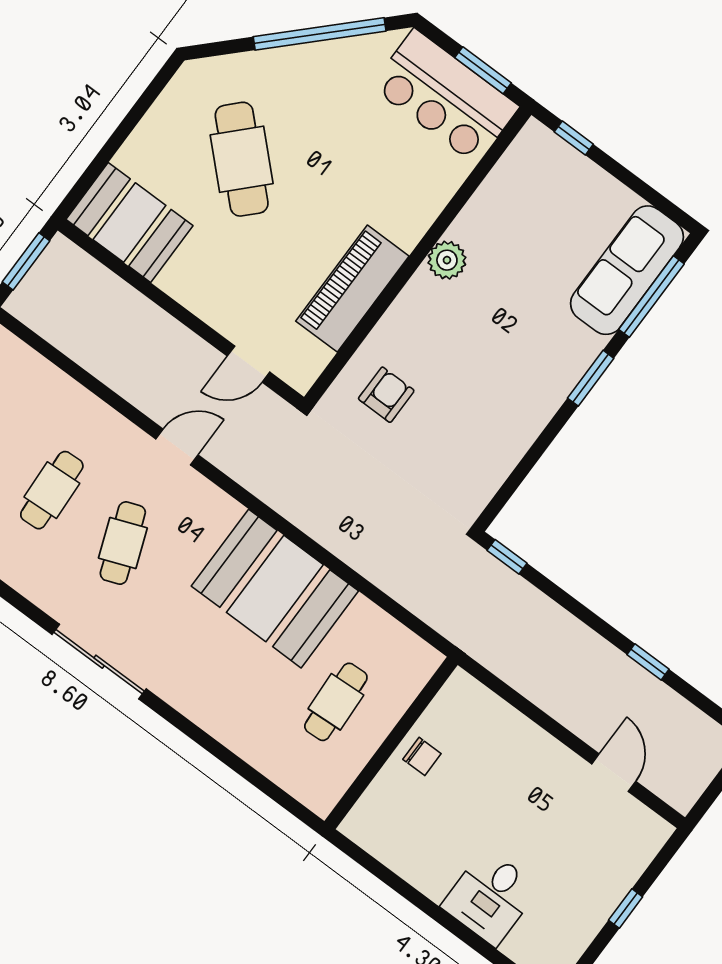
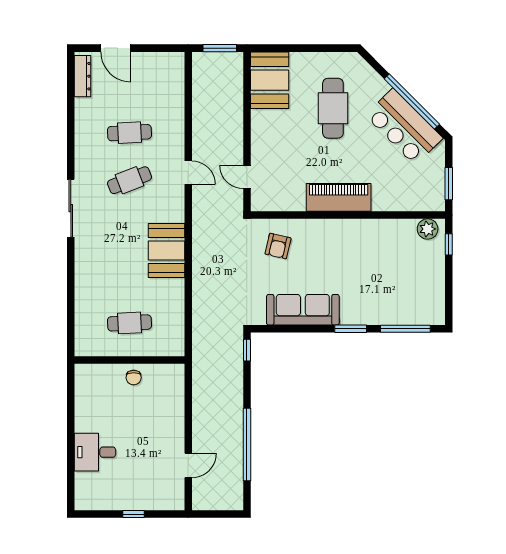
bar counter: (445, 97) -> (404, 127), moved, turned -45
cafe table: (242, 159) -> (333, 108), turned -44
plant: (447, 260) -> (428, 229), moved
sofa: (627, 270) -> (303, 310), moved
piano: (352, 289) -> (339, 197), moved
armchair: (386, 395) -> (278, 246), turned 103
booth: (275, 589) -> (166, 251), width x0.73, depth x0.70
window: (648, 662) -> (247, 445), width x3.17

